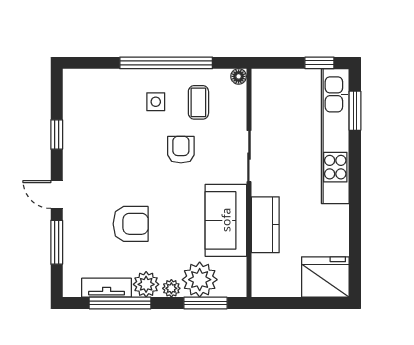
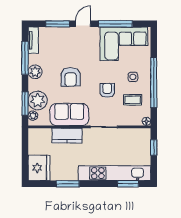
window: (319, 63) -> (154, 147), moved
corner sofa: (94, 119) -> (124, 44), added
window: (57, 134) -> (115, 24), width x2.17
armchair: (181, 150) -> (107, 90), turned -90
window: (355, 223) -> (68, 184), added
armchair: (131, 224) -> (71, 77), moved
tv unit: (107, 288) -> (33, 40), moved
plant: (171, 288) -> (33, 116), moved

